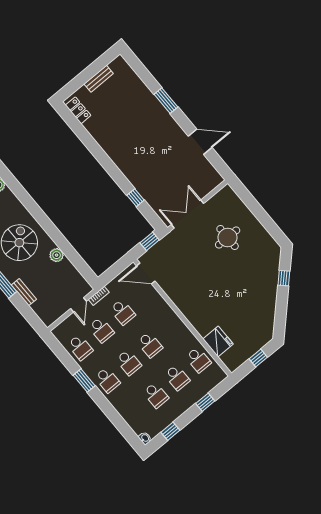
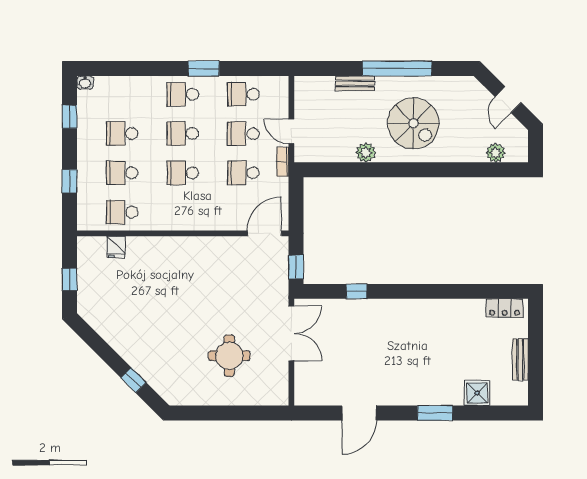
shower: (136, 87) -> (477, 393), added
fridge: (218, 342) -> (116, 247), width x0.53, depth x0.75

